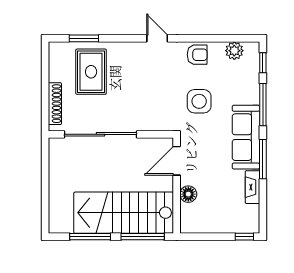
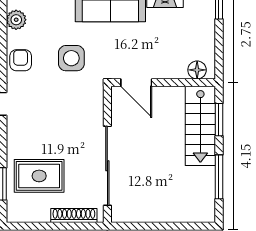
floor lamp: (188, 194) -> (197, 70), moved
stairs: (124, 213) -> (200, 126), width x0.73, depth x0.66
window: (143, 237) -> (219, 120), width x0.69

